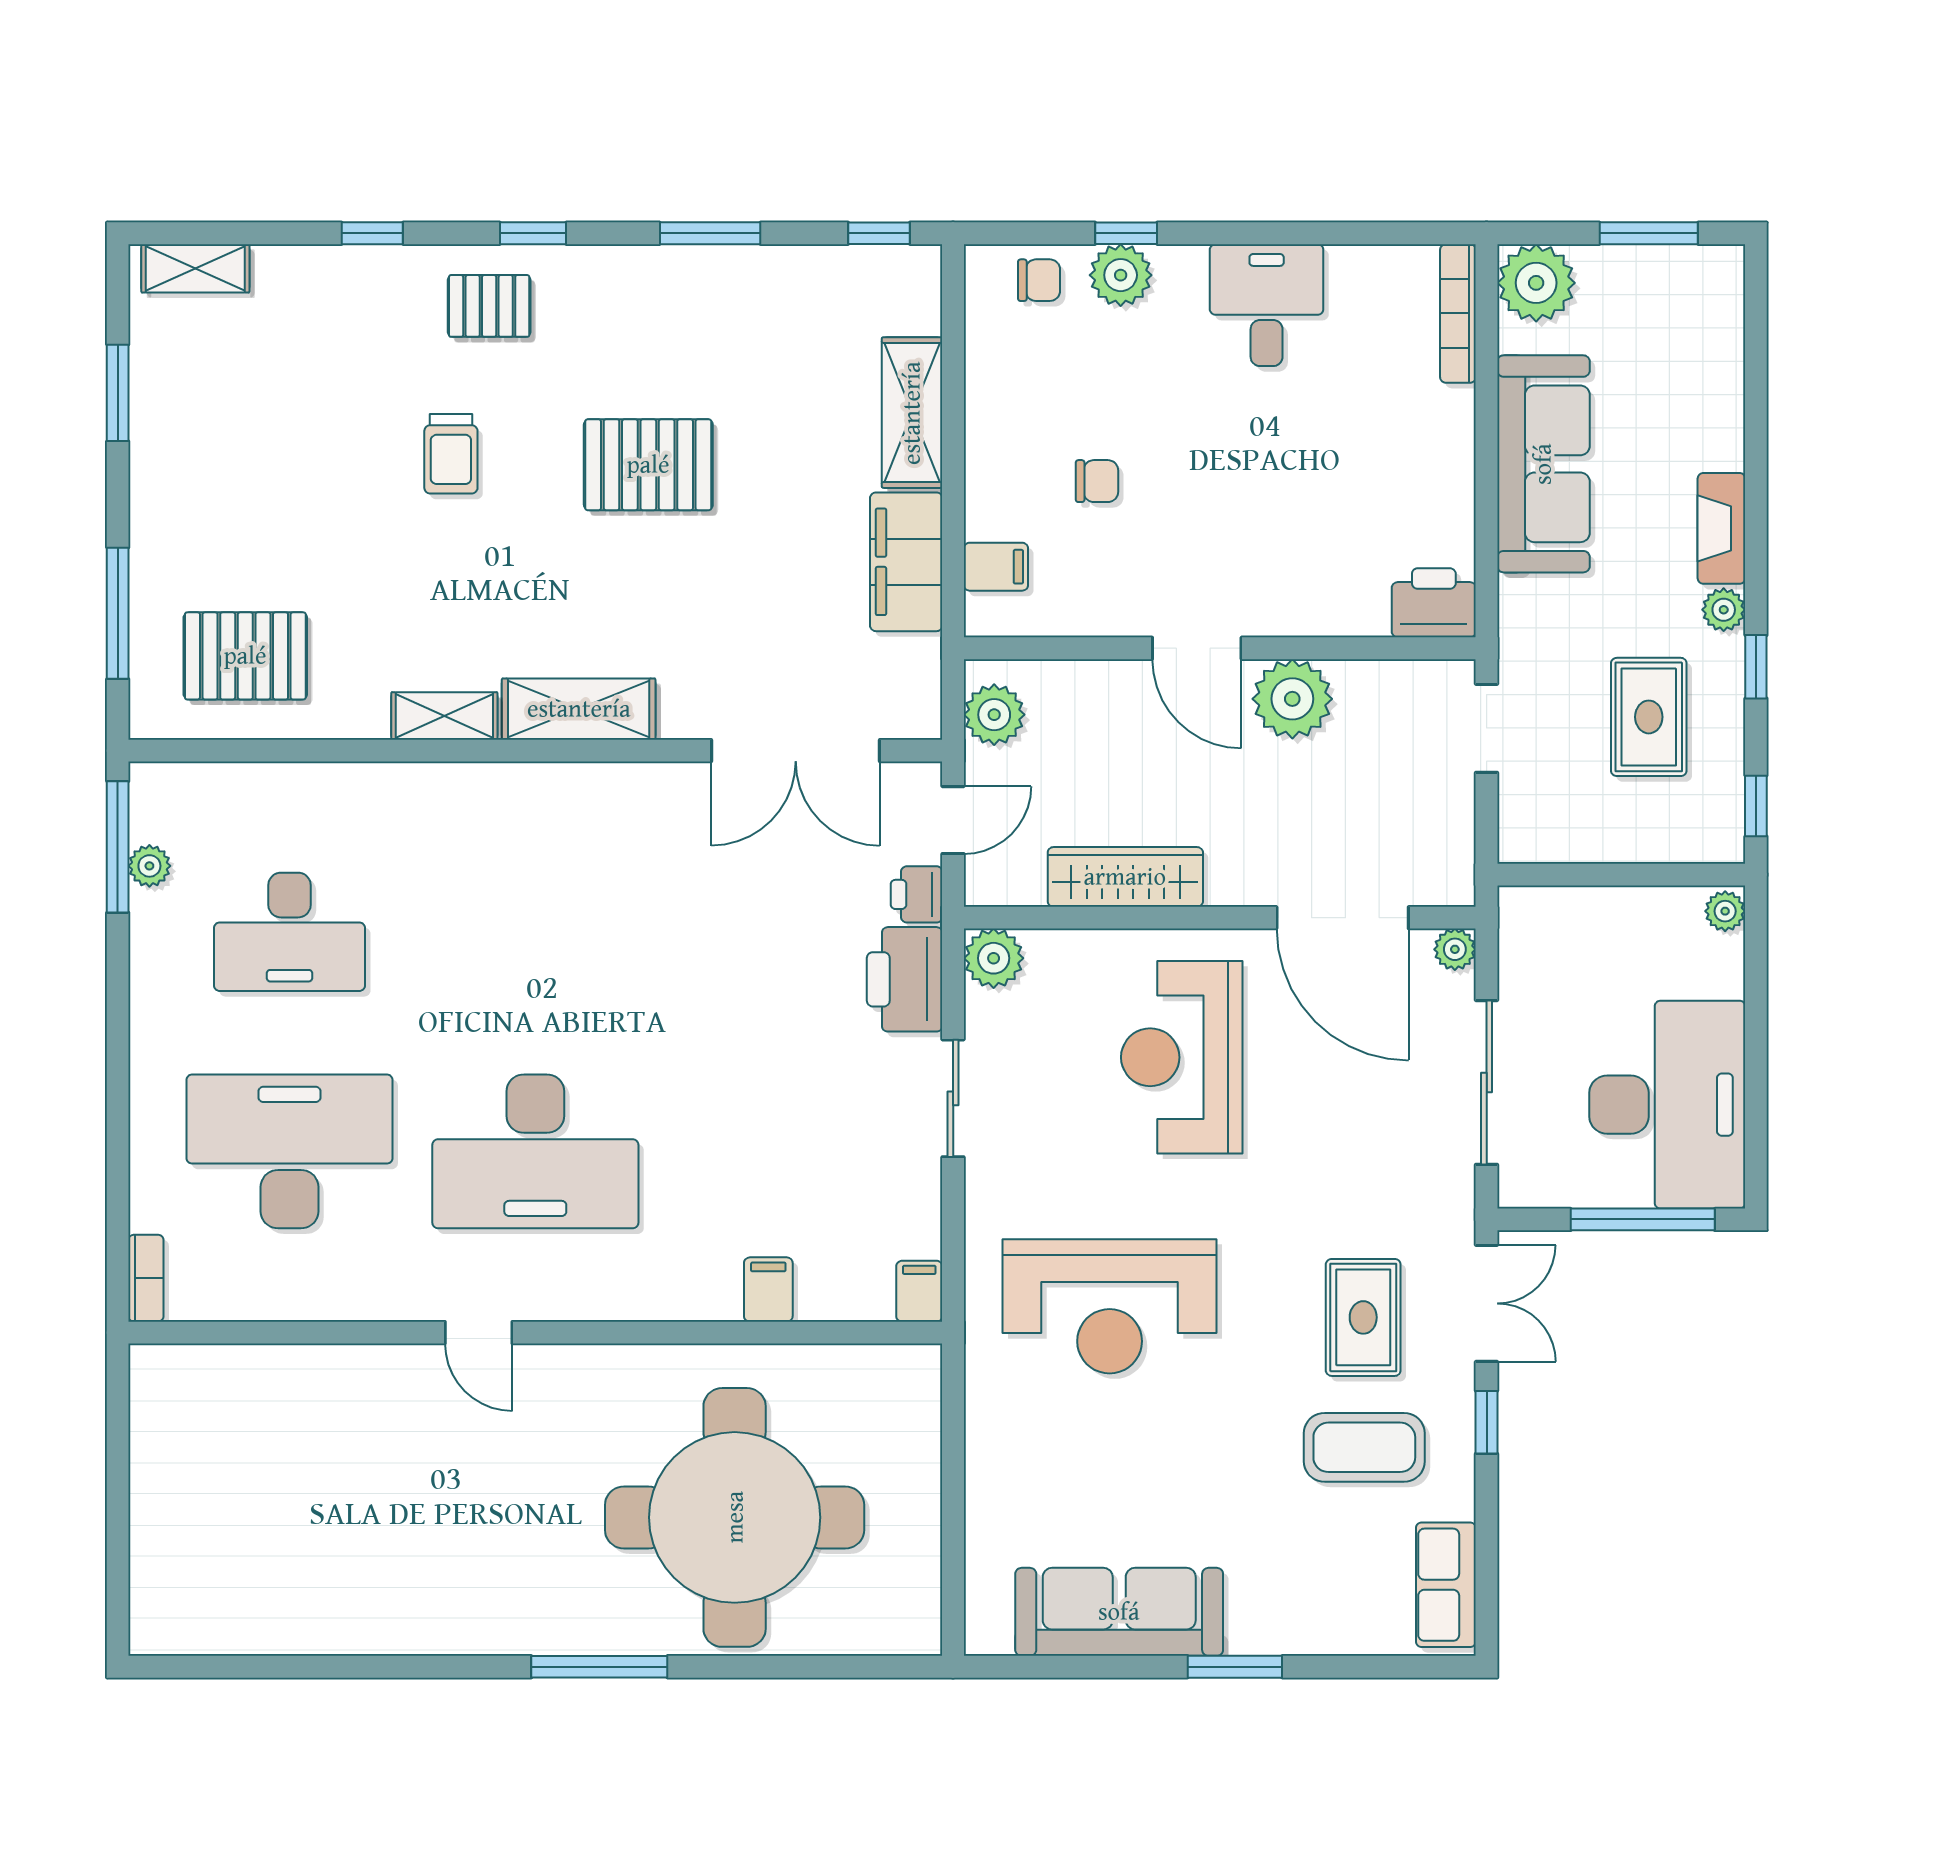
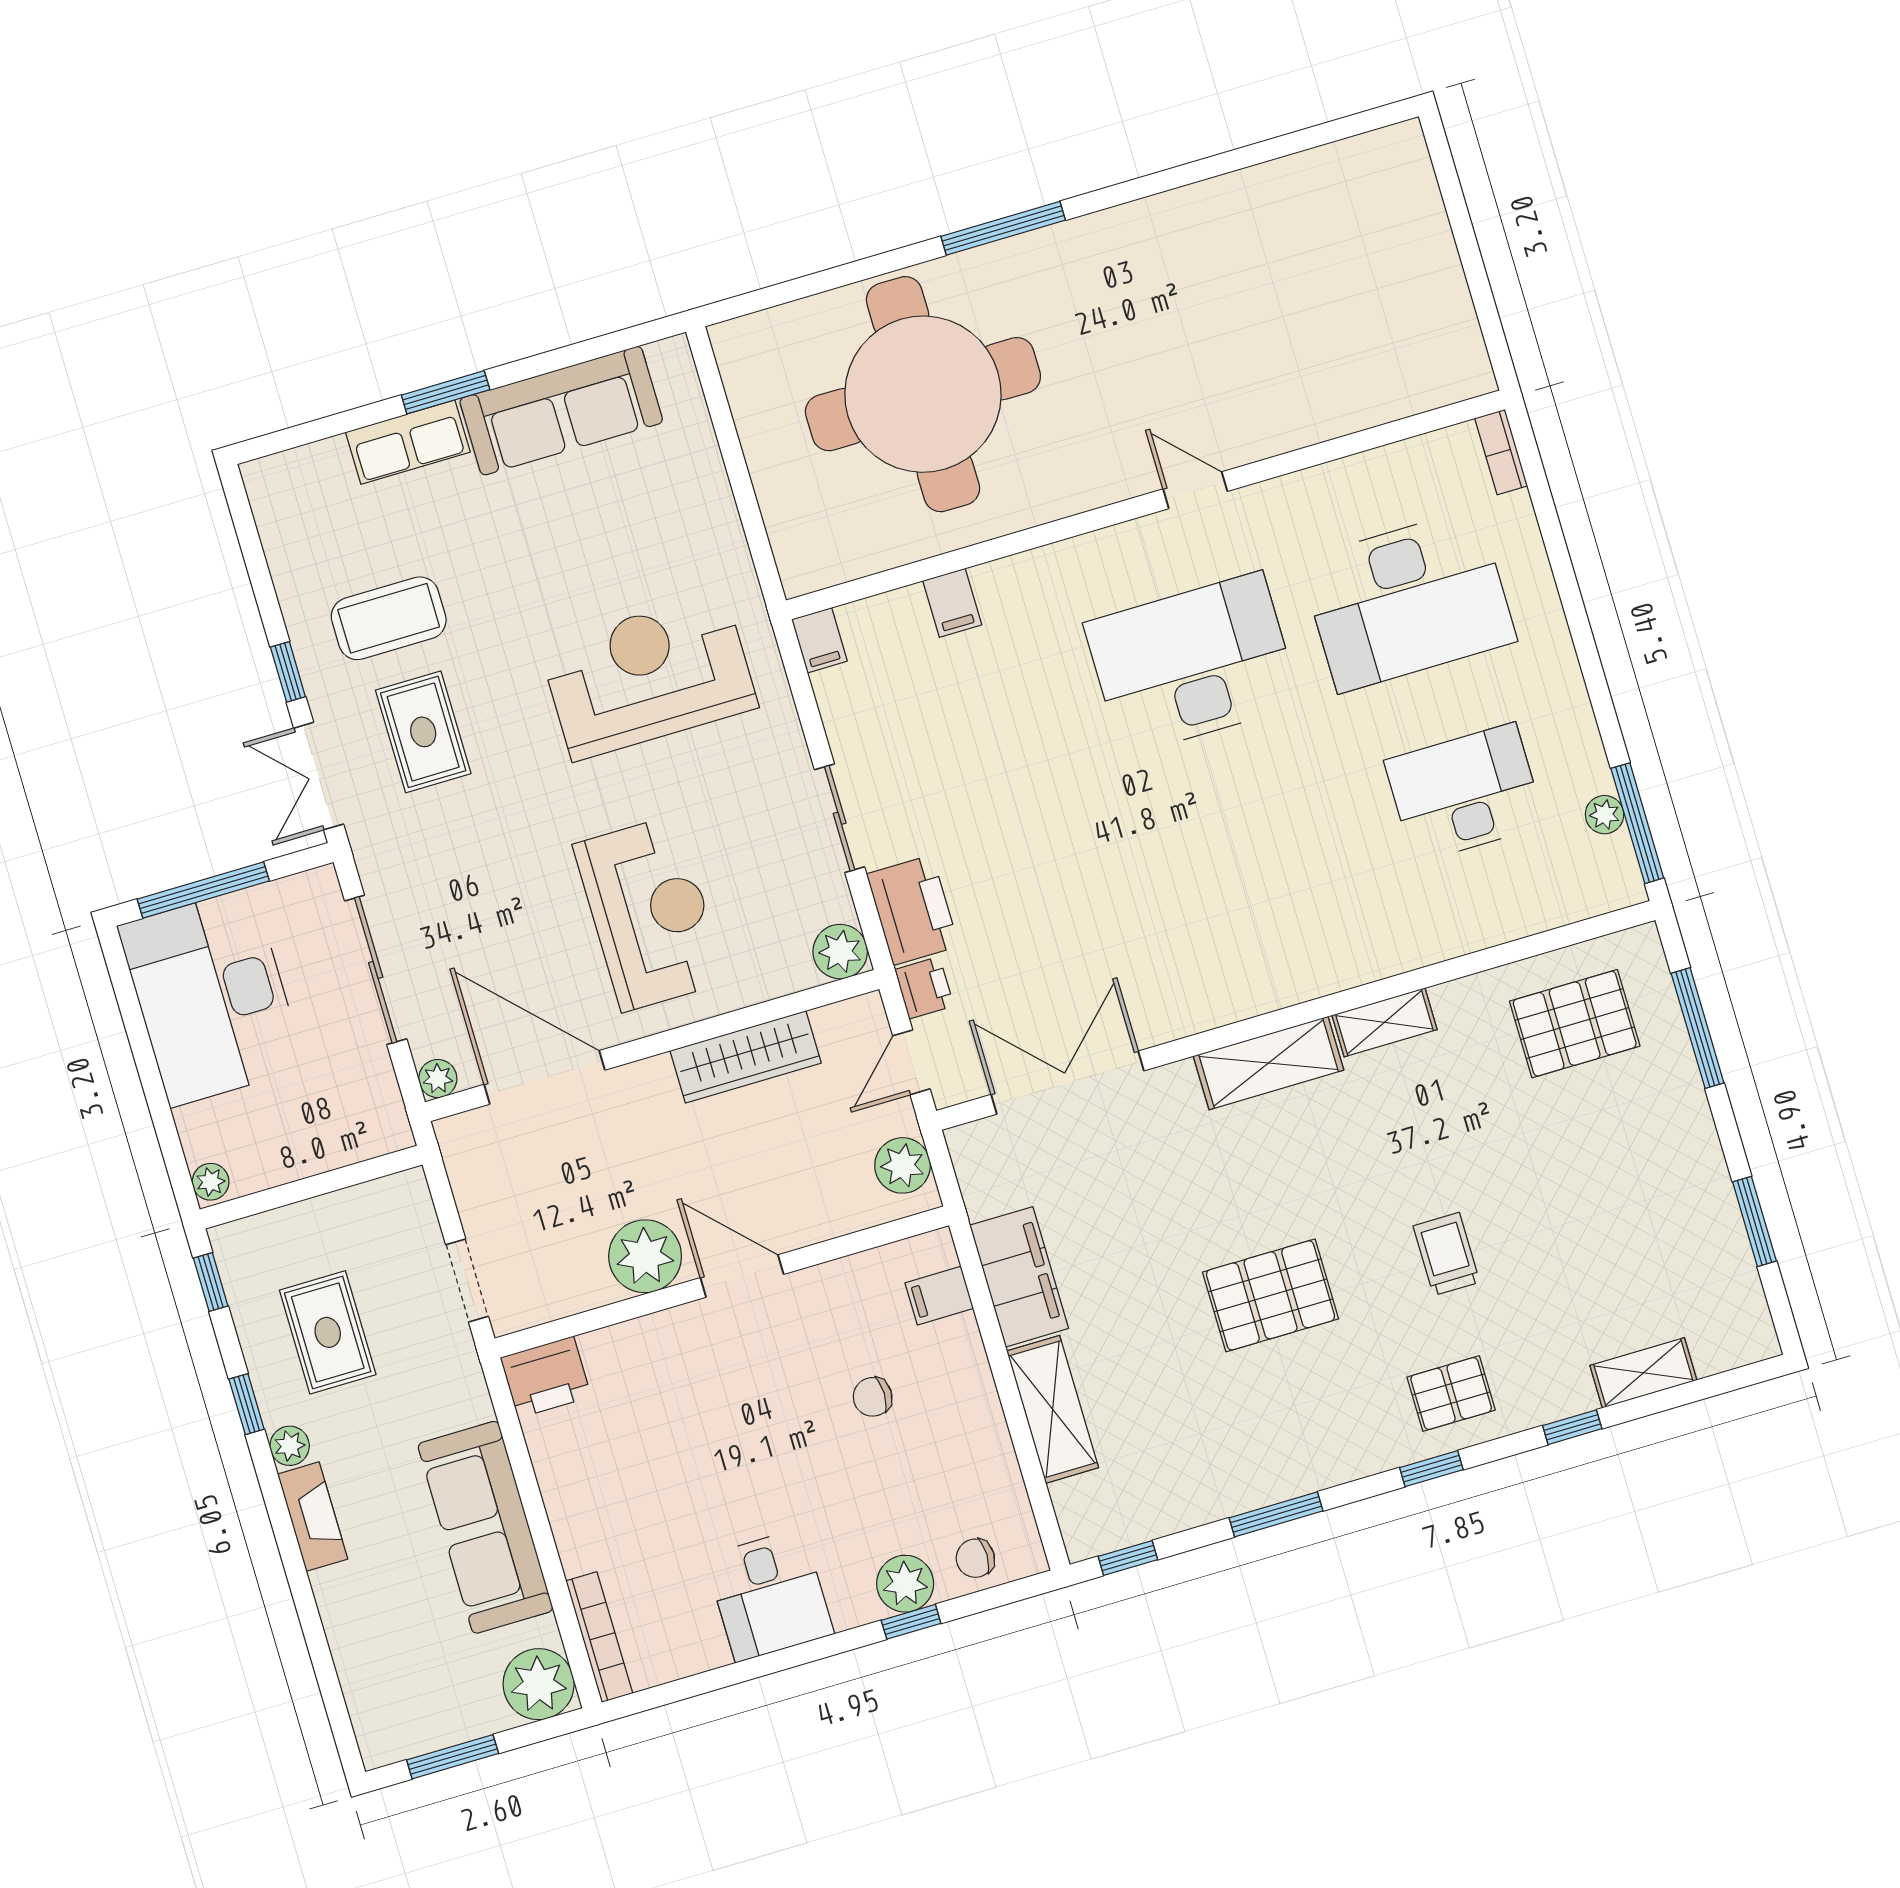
shelving: (195, 268) -> (1643, 1373), moved
row of seats: (1446, 1585) -> (408, 442), moved, turned 90

